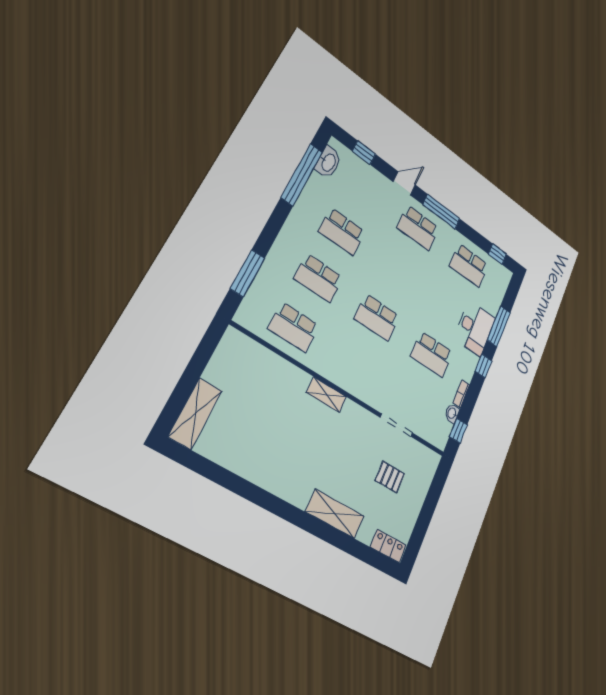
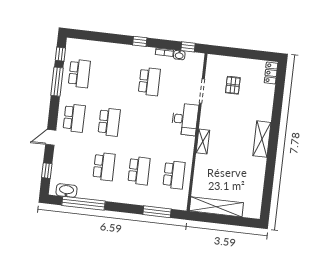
door: (404, 183) -> (51, 137), hinge flipped
window: (442, 212) -> (57, 82), moved
school desk: (377, 317) -> (109, 122), moved
window: (499, 326) -> (109, 38), removed
desk: (475, 328) -> (185, 119), moved, turned 90
shelving: (195, 413) -> (216, 207), moved, width x1.47
shelving: (335, 514) -> (262, 139), moved

